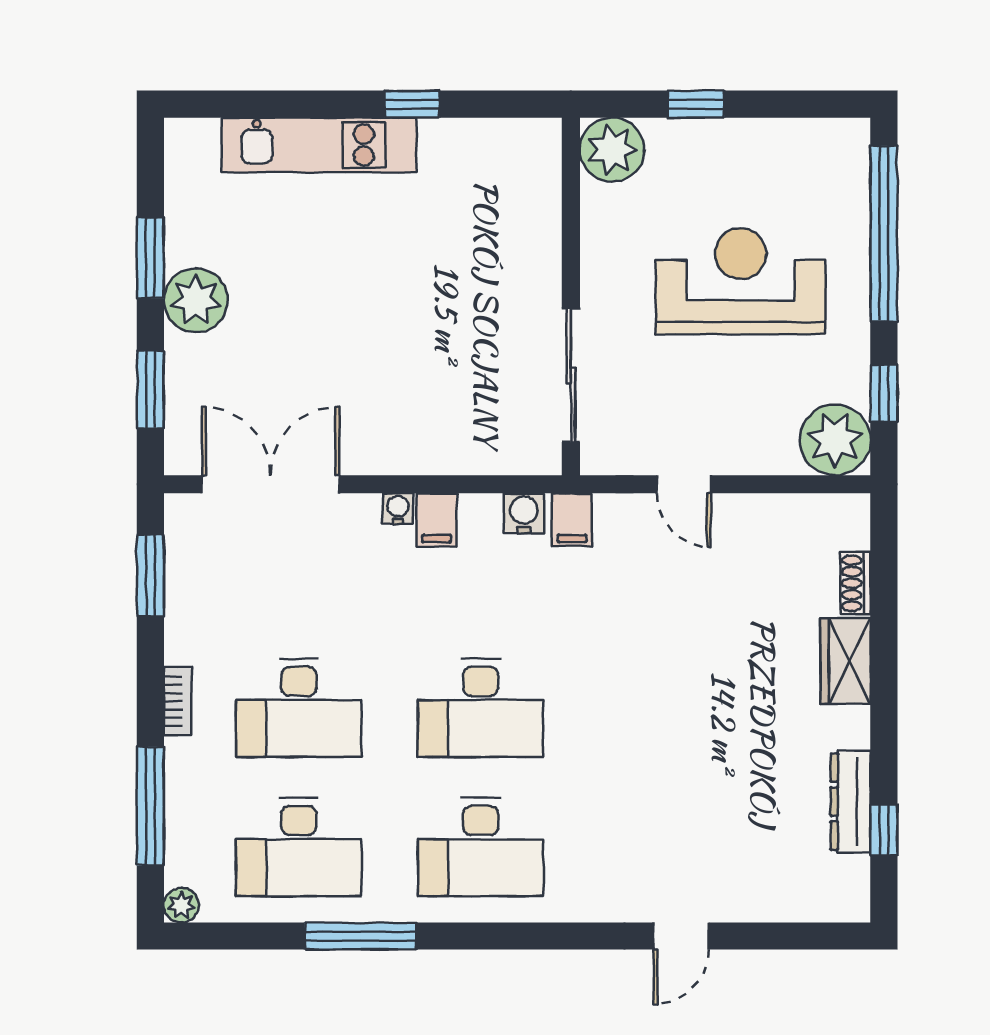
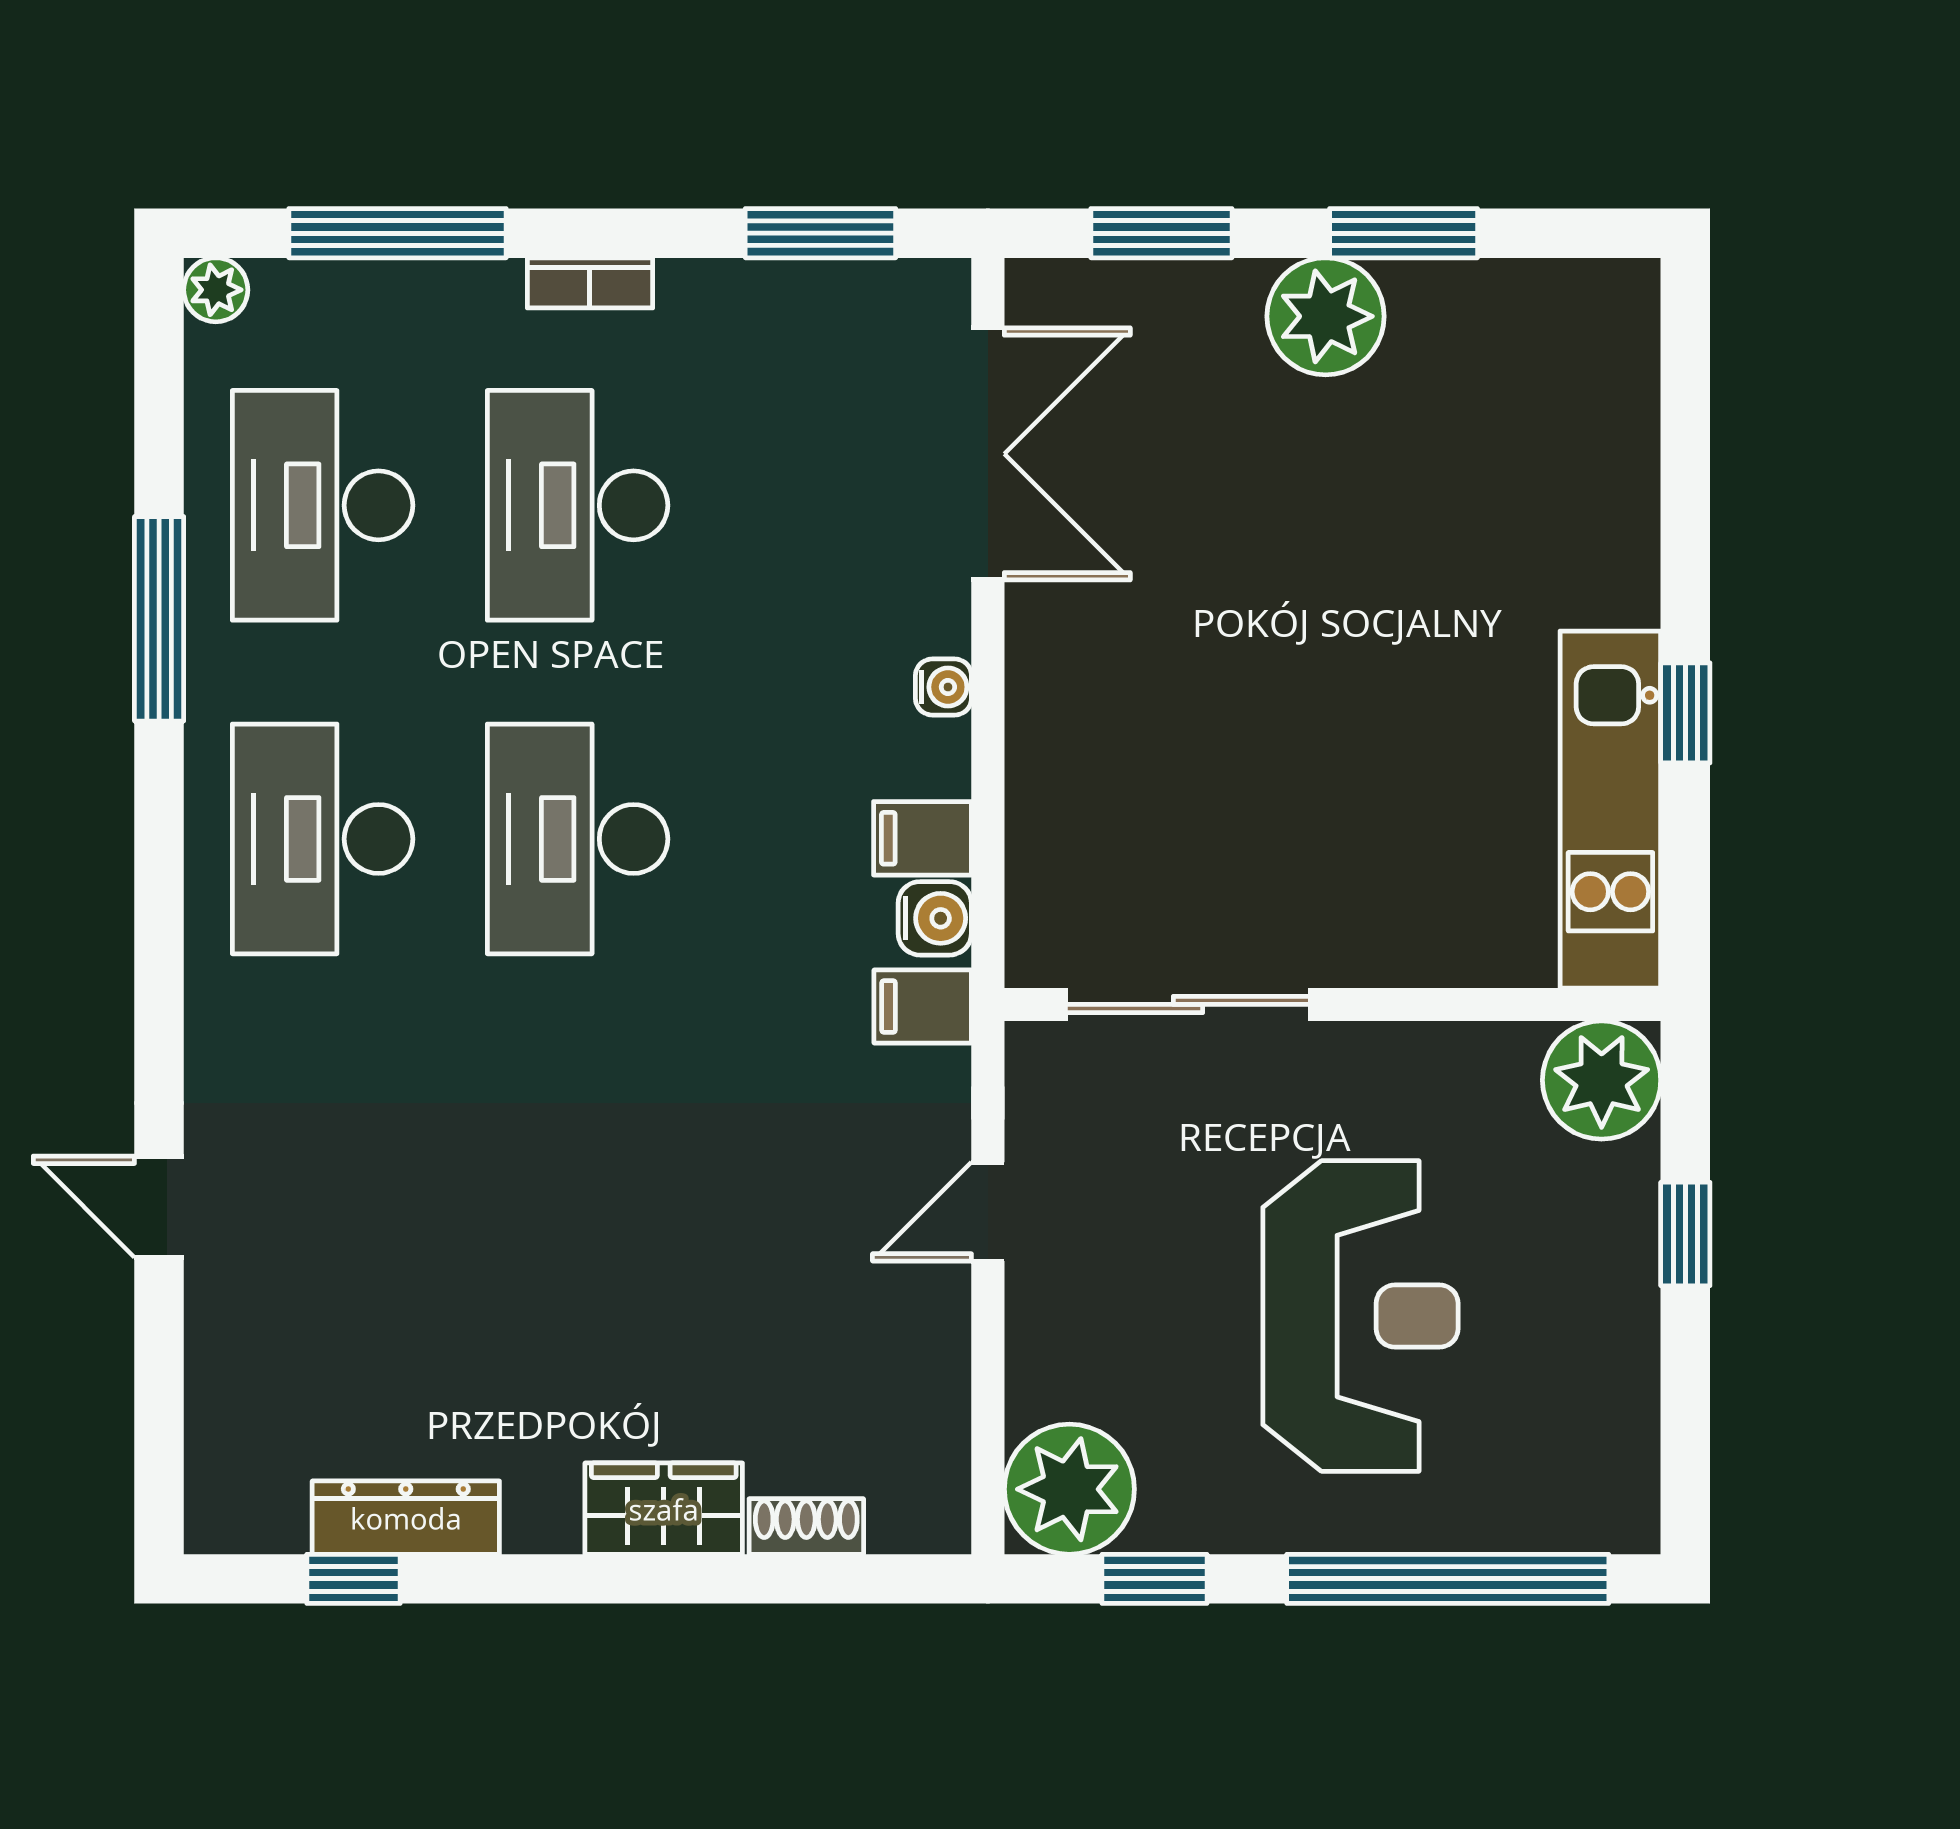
kitchen unit: (319, 145) -> (1610, 810), moved
filing cabinet: (437, 520) -> (923, 838), moved

